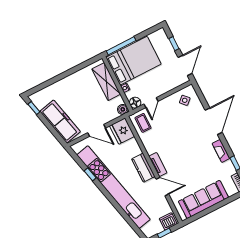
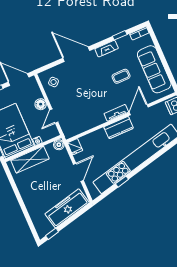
floor lamp: (135, 103) -> (41, 104), moved
door: (151, 103) -> (54, 116), swing flipped
coffee table: (143, 123) -> (121, 76), moved
fridge: (122, 131) -> (75, 147), width x0.53, depth x0.75

